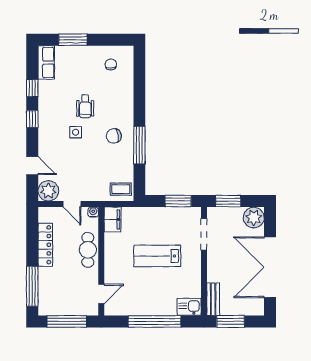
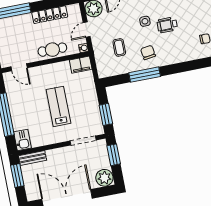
coffee table: (121, 189) -> (119, 47), moved

